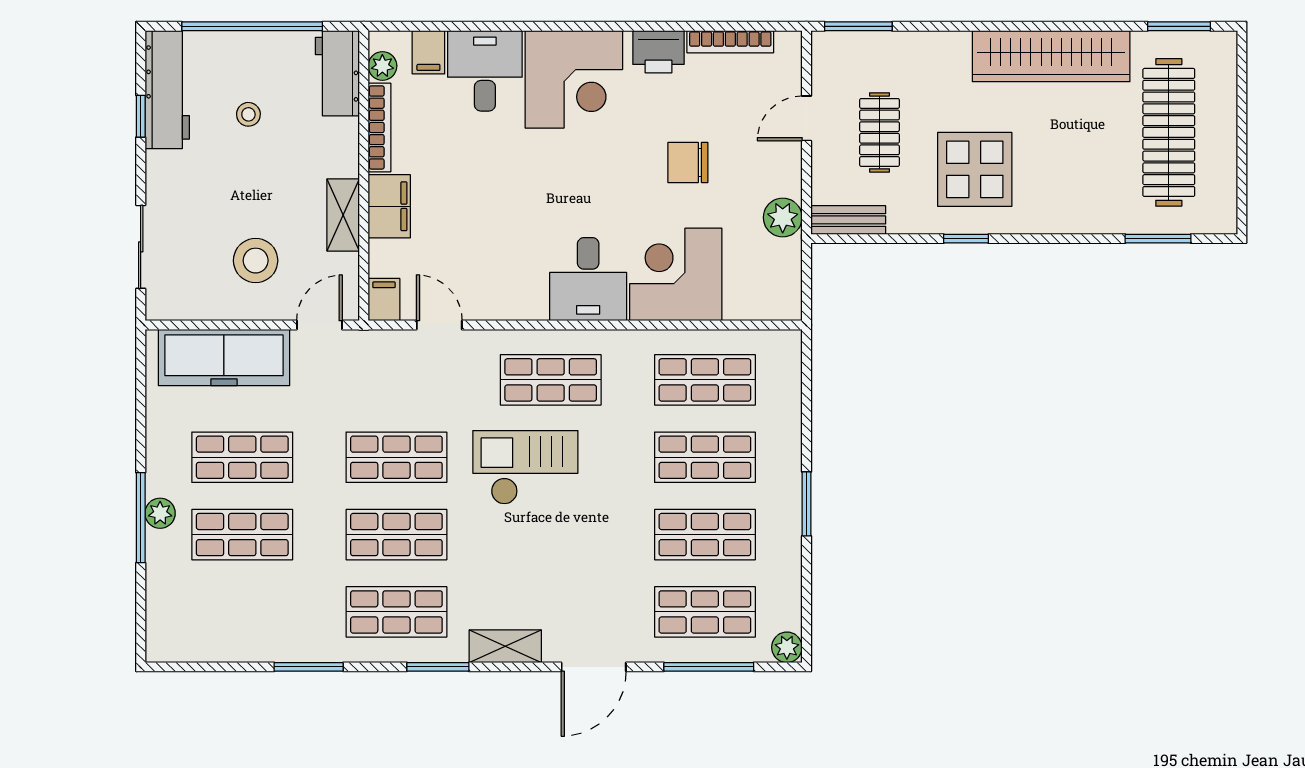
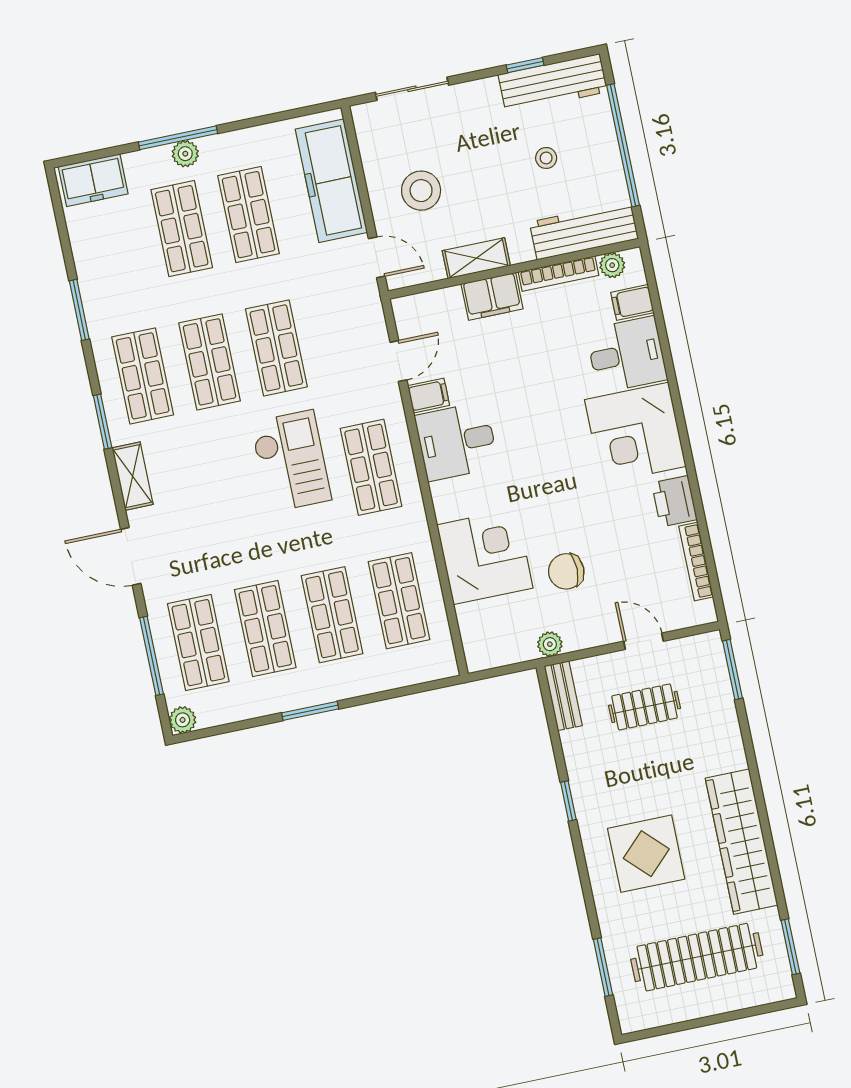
workbench: (337, 73) -> (584, 230), width x1.37
chair: (688, 163) -> (566, 571), moved, turned -90
display table: (975, 169) -> (646, 854), moved
plant: (783, 217) -> (550, 644), width x0.73, depth x0.73
desk: (588, 279) -> (457, 441), moved
filing cabinet: (384, 300) -> (429, 396), moved
freezer: (168, 621) -> (93, 180), added

